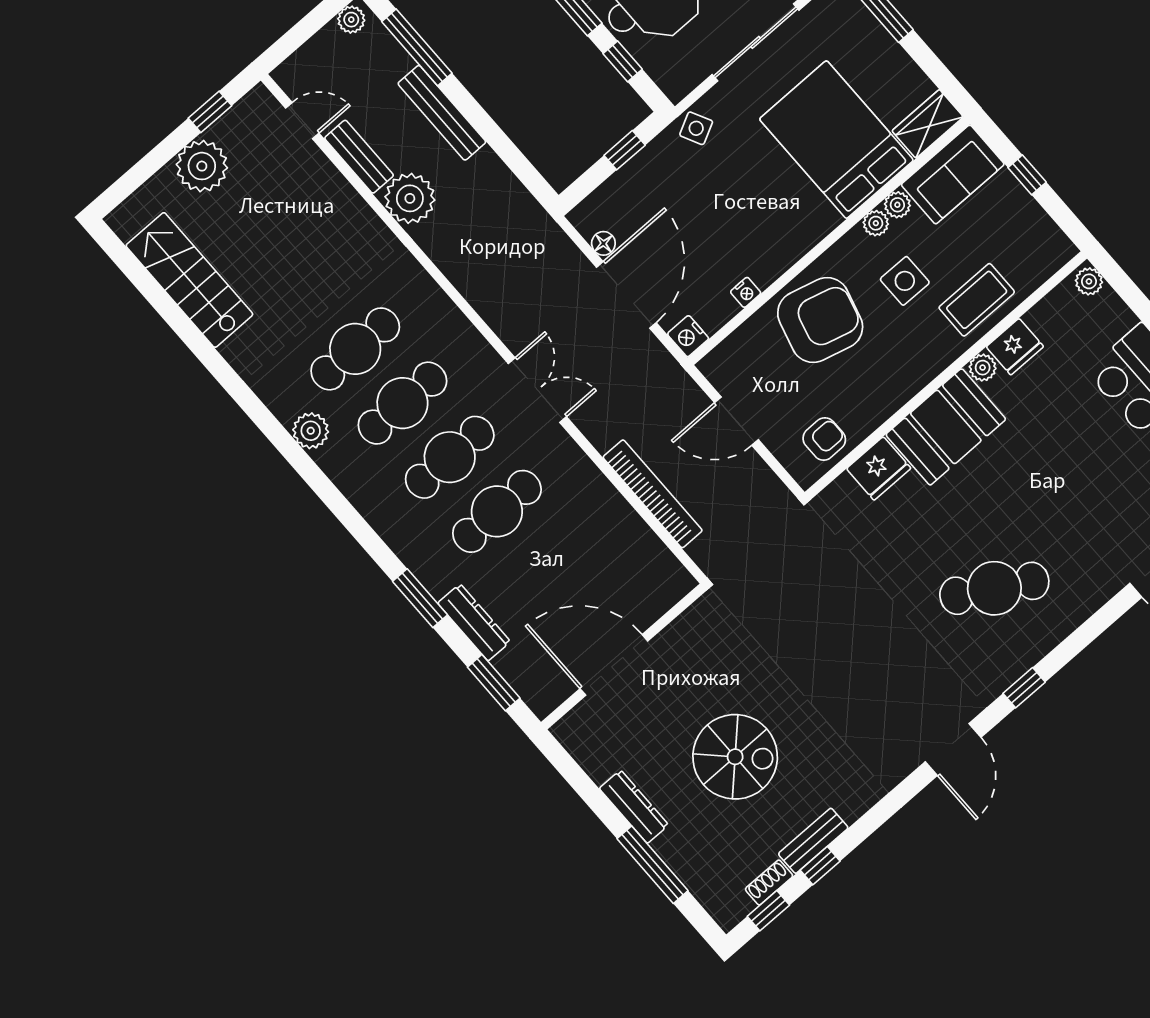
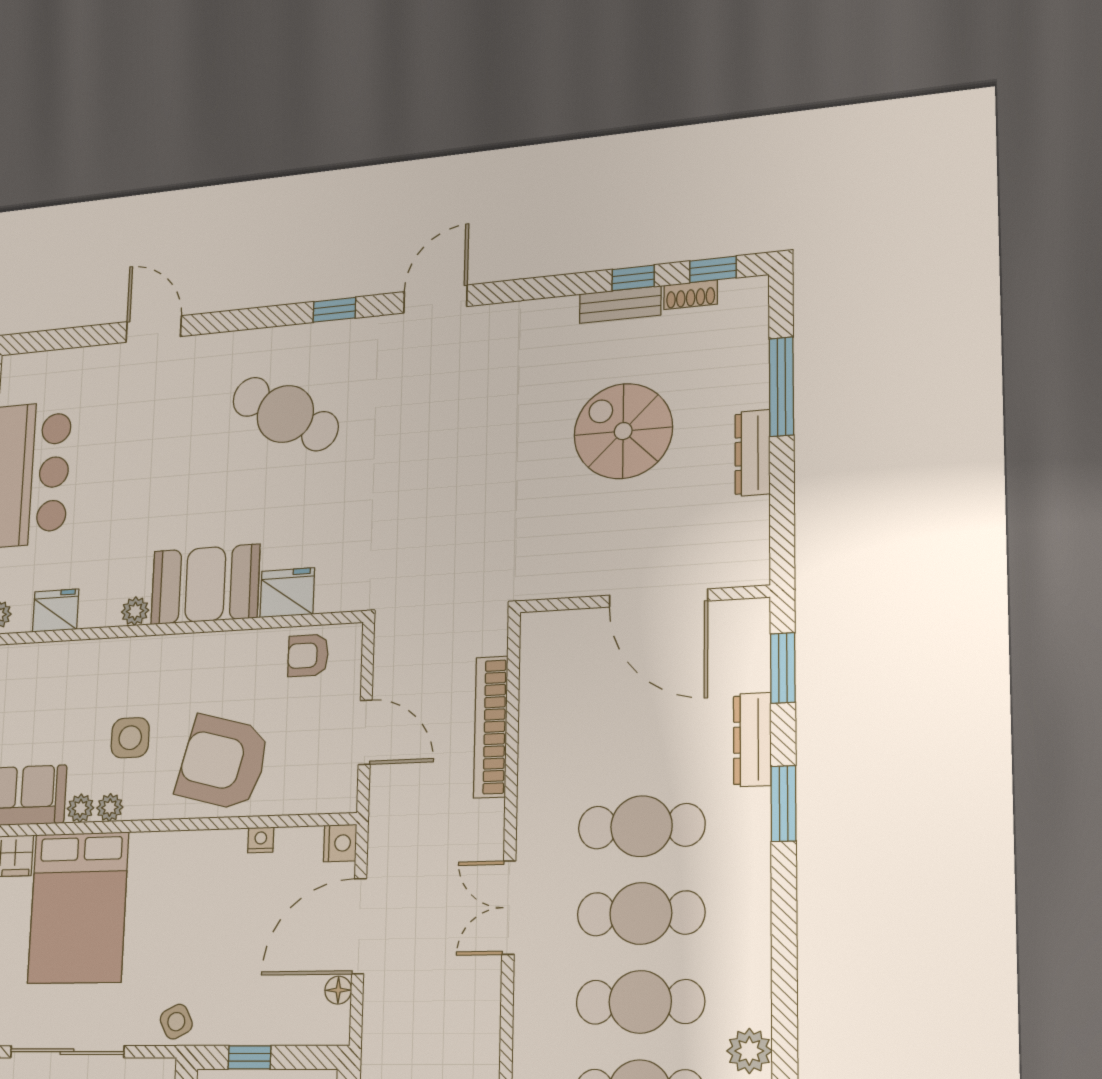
coffee table: (977, 300) -> (91, 673), removed
fridge: (1015, 347) -> (56, 611), moved

